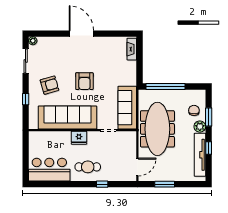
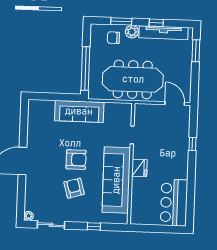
fireplace: (132, 49) -> (42, 105), removed
armchair: (49, 85) -> (74, 188), moved
sofa: (127, 108) -> (79, 111), moved
cafe table: (88, 167) -> (173, 159), removed
window: (165, 184) -> (196, 51), moved

